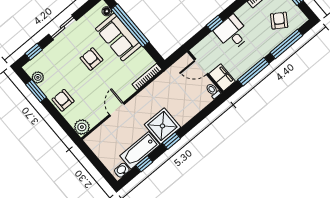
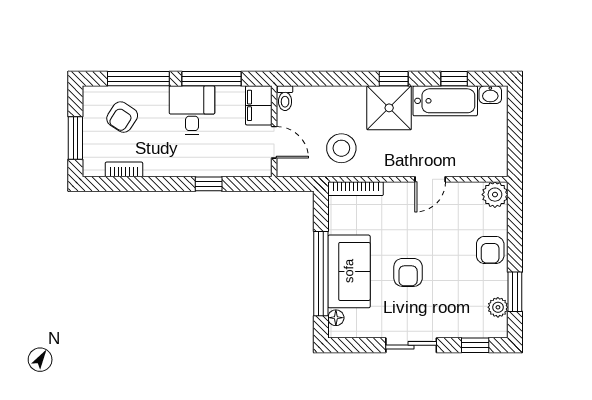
desk: (232, 33) -> (192, 110), moved, turned 180
stool: (169, 90) -> (341, 148), added

